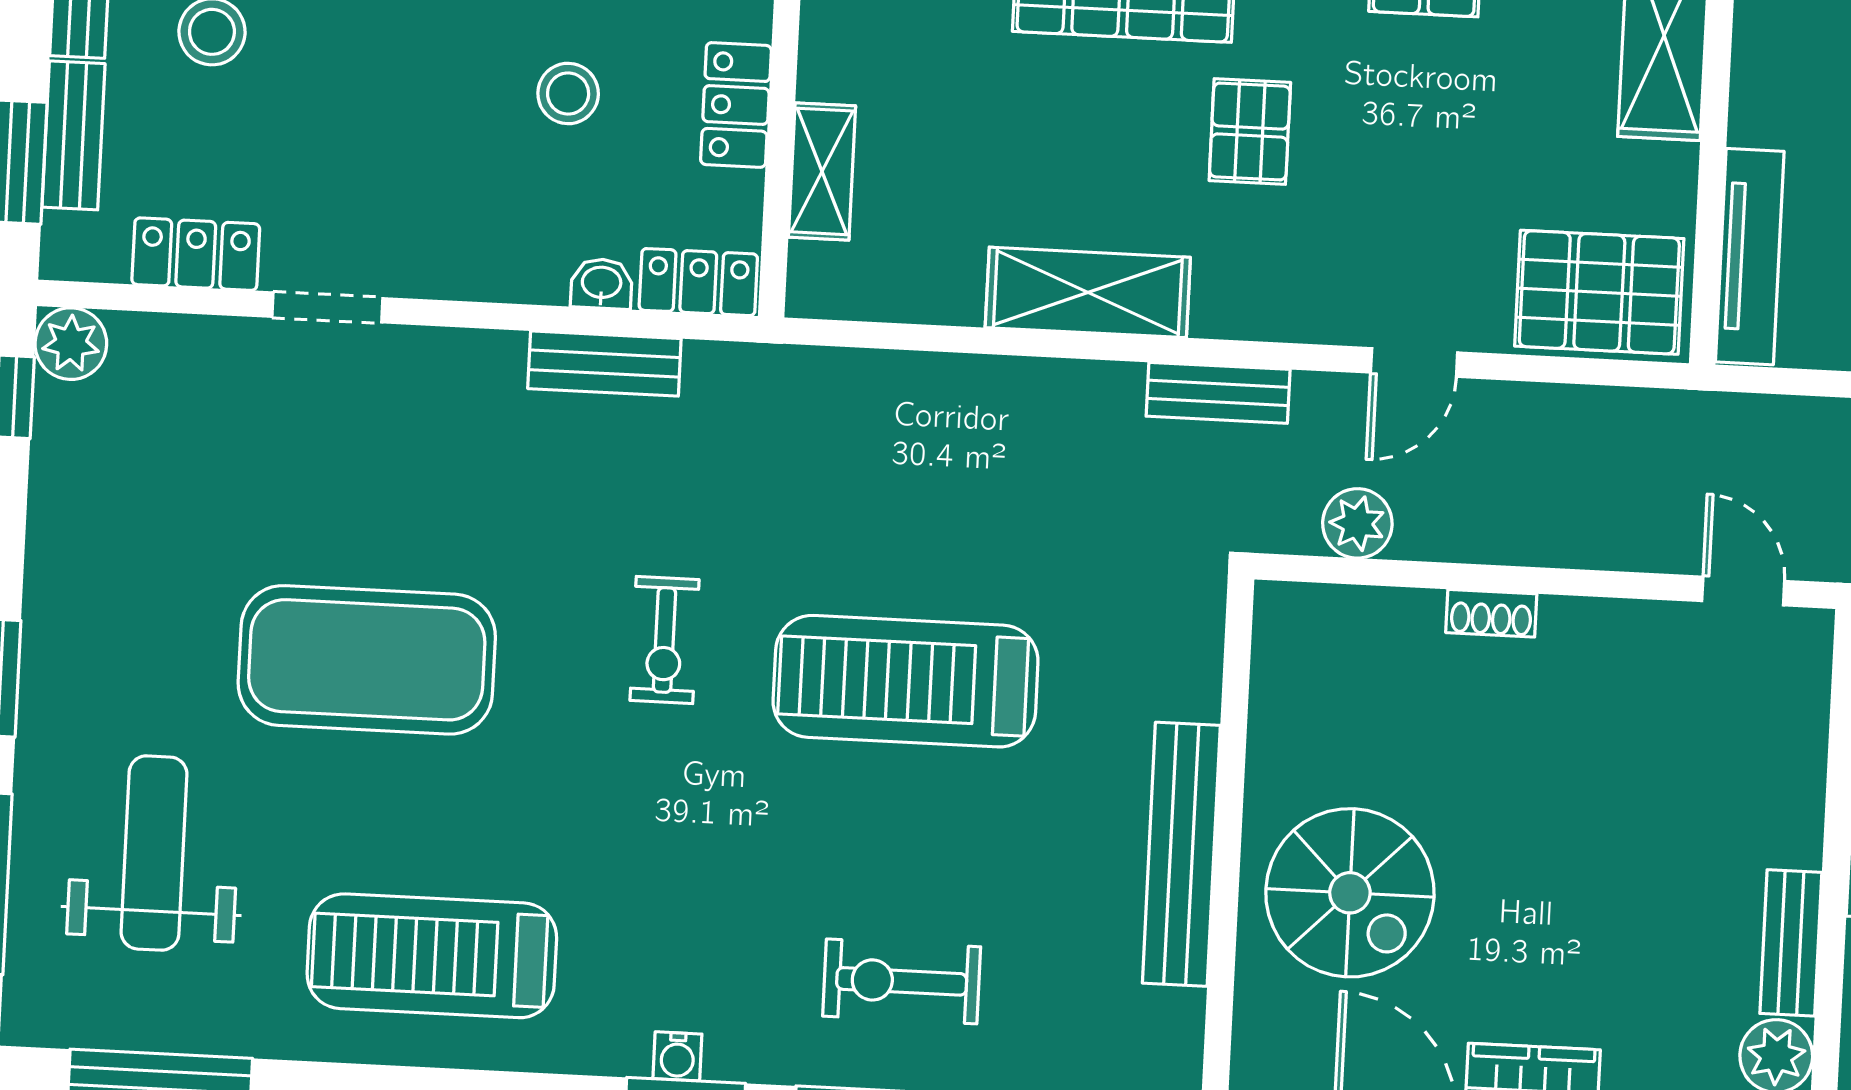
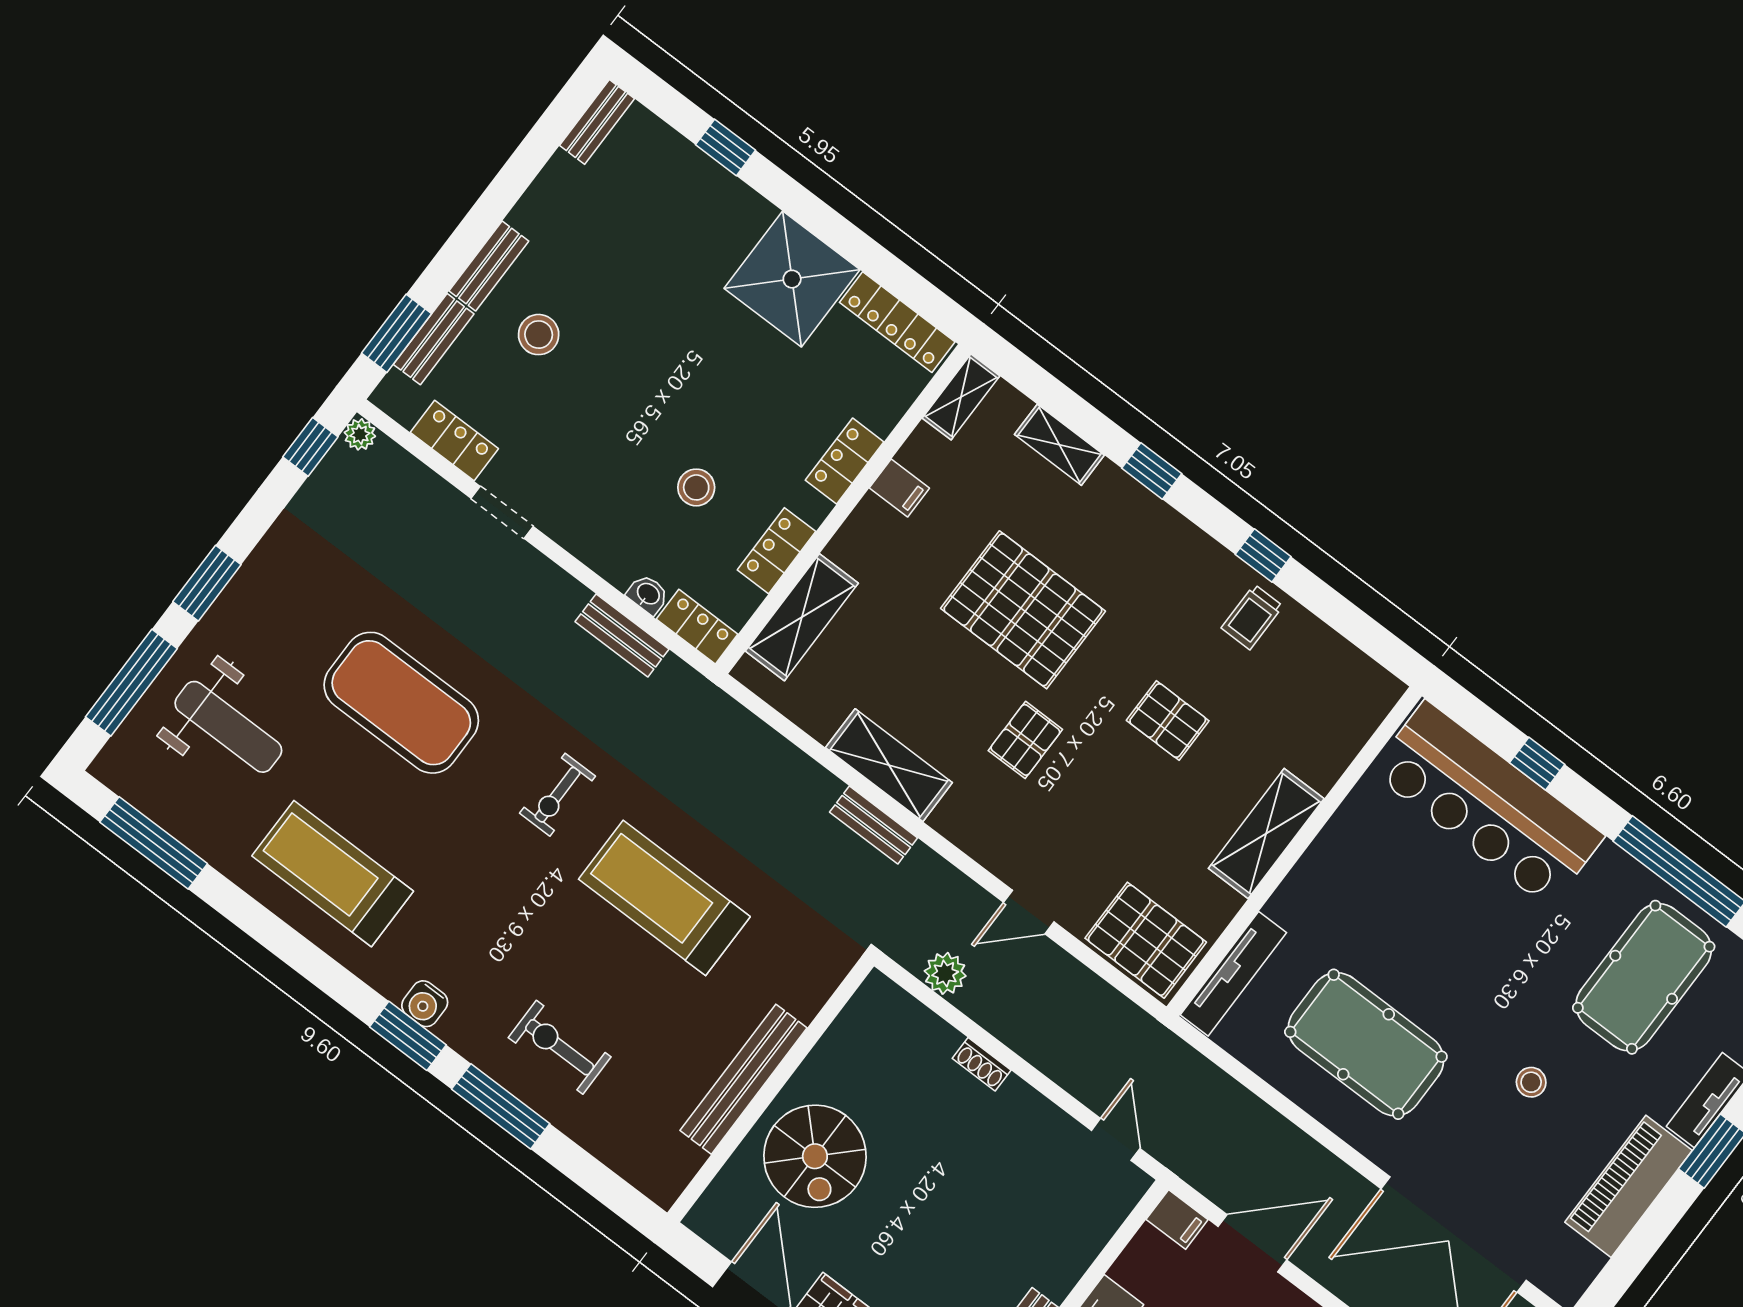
shelving: (822, 171) -> (802, 617), width x1.50, depth x1.33
plant: (71, 344) -> (360, 434), width x0.73, depth x0.73
bench: (1218, 393) -> (874, 825), moved
weight bench: (154, 853) -> (228, 727), turned 90
water cooler: (677, 1056) -> (425, 1004), width x1.38, depth x1.38

